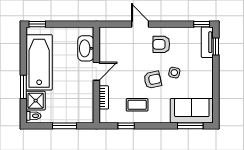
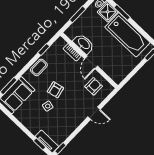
armchair: (161, 44) -> (94, 86), moved
washbasin: (86, 48) -> (84, 44), moved
coffee table: (137, 105) -> (39, 67), moved

